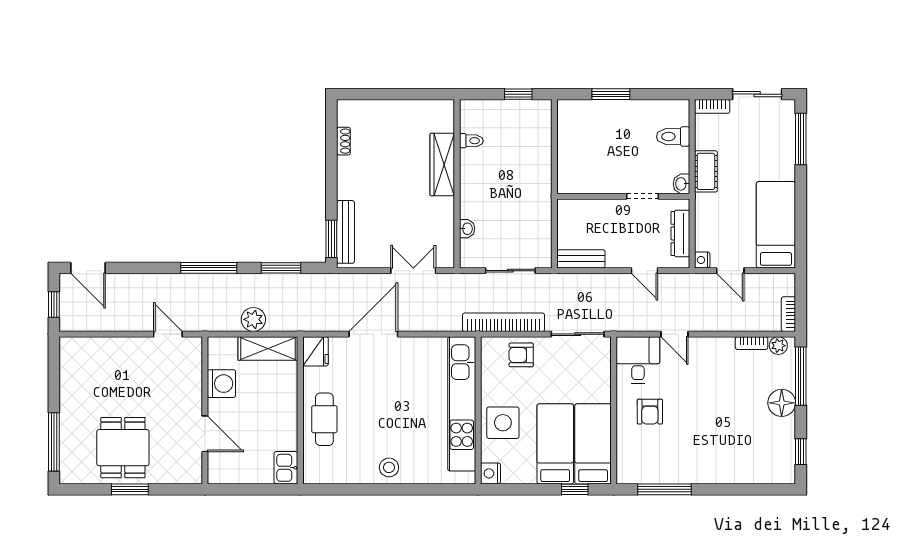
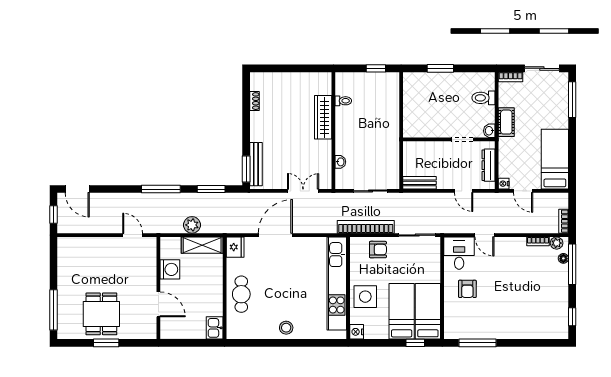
armchair: (521, 355) -> (378, 250), turned 180
floor lamp: (782, 403) -> (563, 258), moved, width x0.53, depth x0.53

